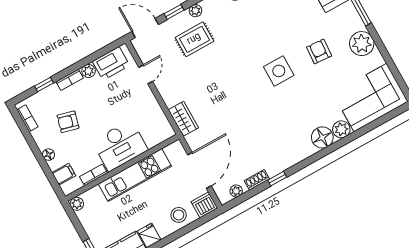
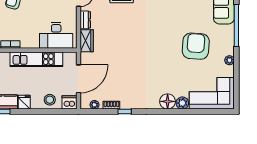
plant: (362, 44) -> (230, 60), width x0.53, depth x0.53
armchair: (319, 51) -> (196, 46), width x1.88, depth x1.88
side table: (279, 71) -> (164, 44), removed
dresser: (168, 94) -> (85, 20), added
desk: (120, 146) -> (56, 35), moved

